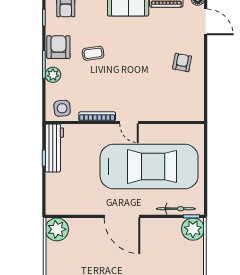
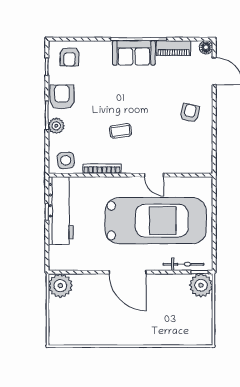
coffee table: (93, 53) -> (121, 131), moved
door: (129, 122) -> (154, 175), moved
workbench: (54, 148) -> (61, 210), width x1.36, depth x1.32

